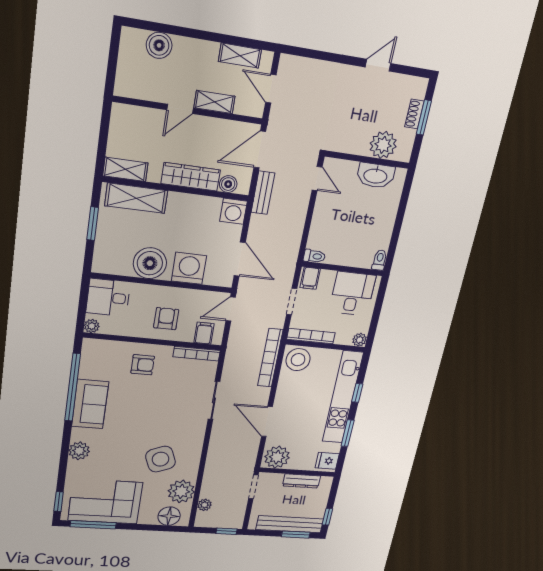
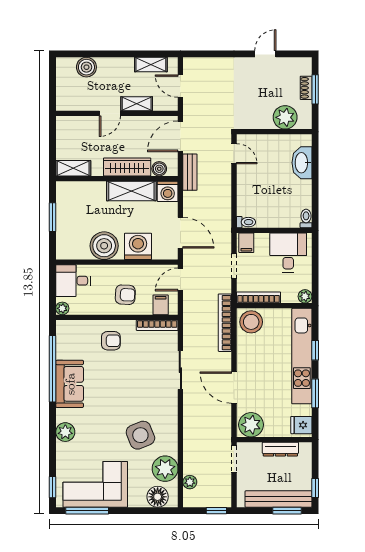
washbasin: (376, 175) -> (302, 163), moved, turned 90
shelving: (136, 198) -> (131, 191), moved
armchair: (166, 319) -> (125, 295), turned 93

